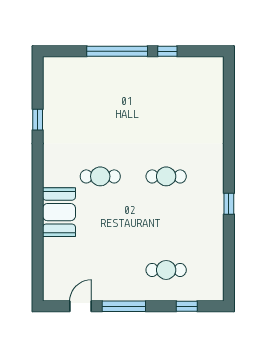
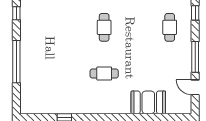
window: (167, 51) -> (16, 13), moved
cafe table: (100, 176) -> (104, 73), turned 90
booth: (59, 212) -> (148, 102), moved

